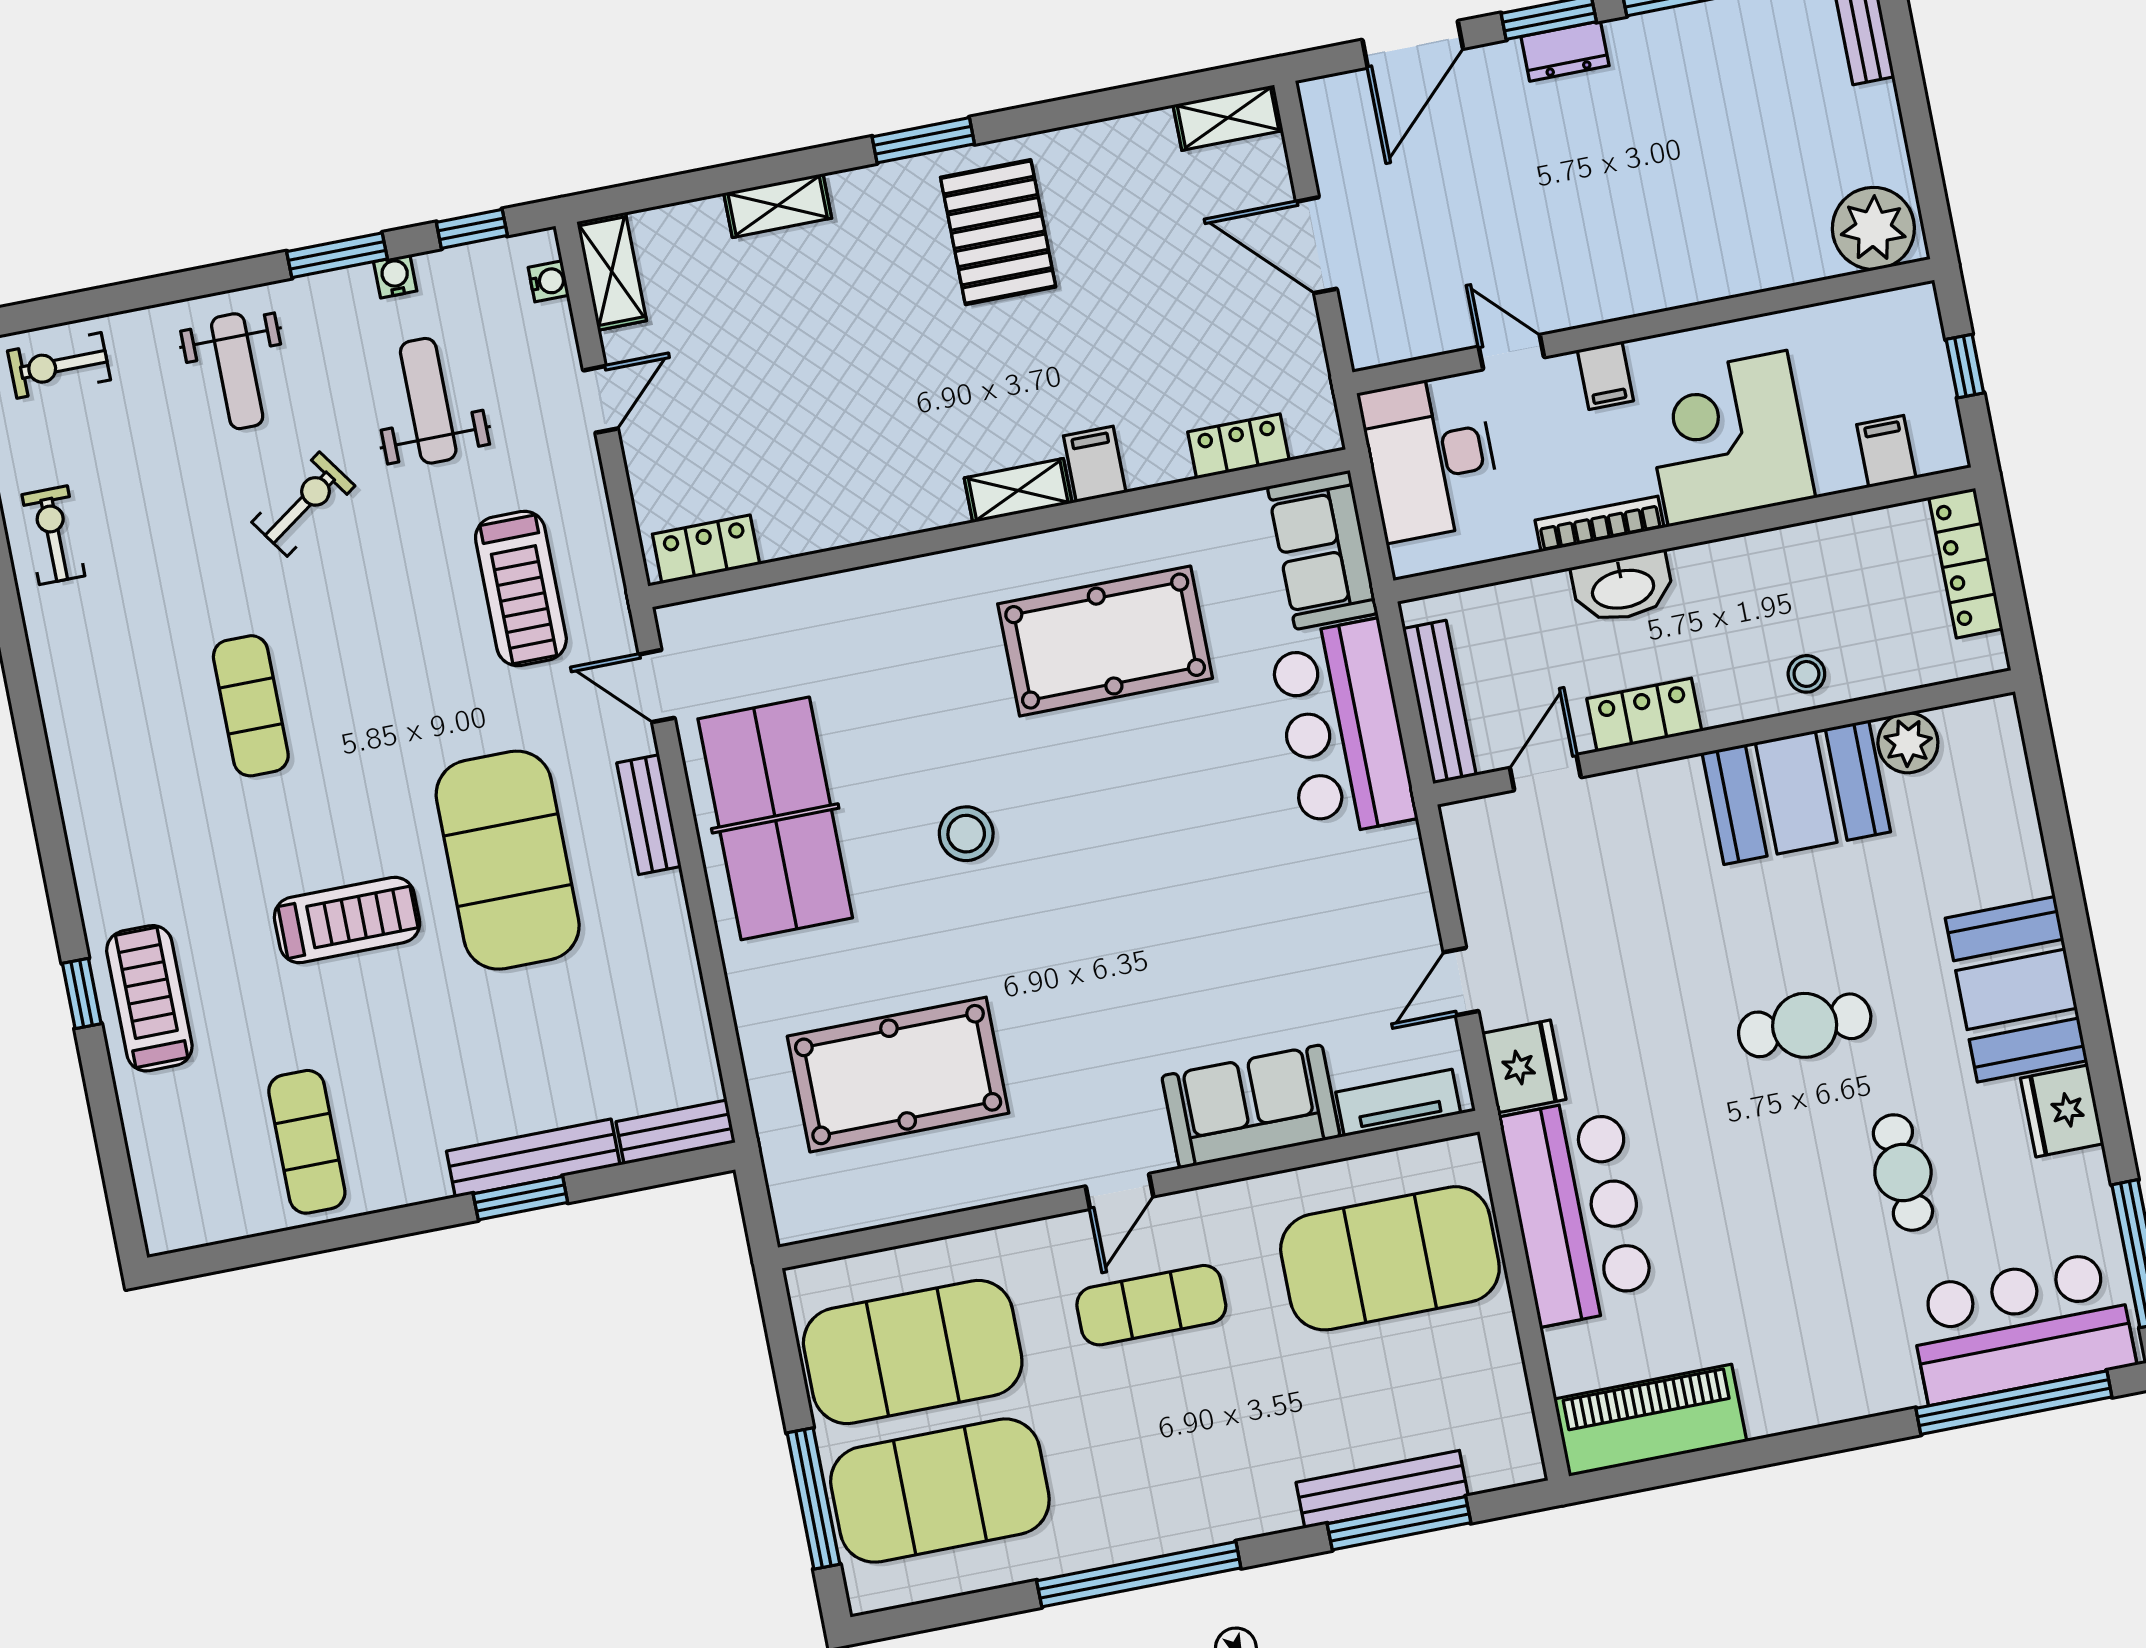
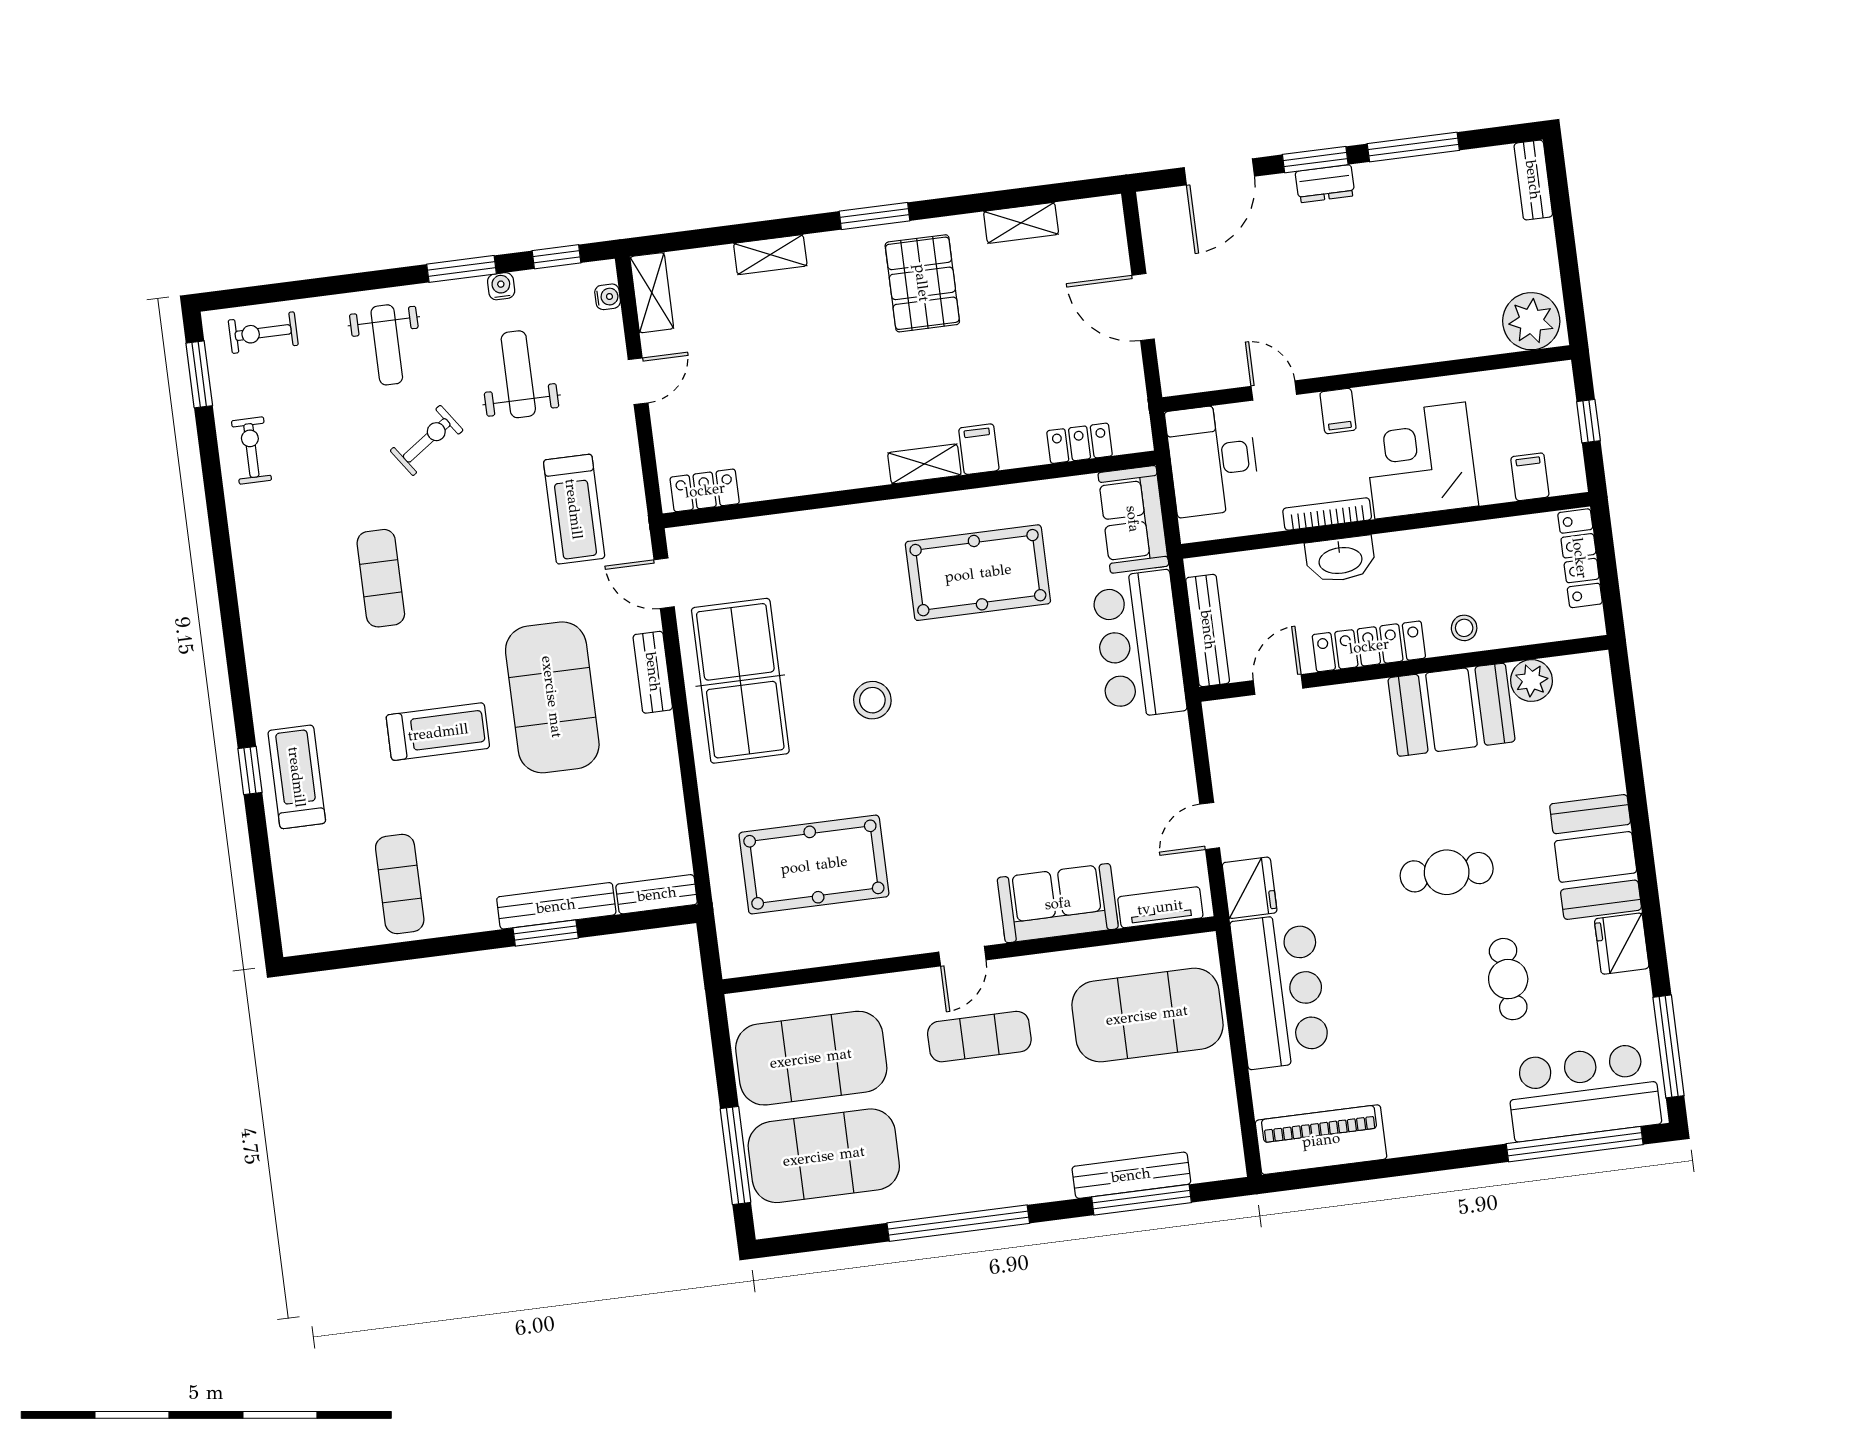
shelving: (1228, 118) -> (1021, 223), moved
locker: (1644, 715) -> (1369, 646), width x1.53

